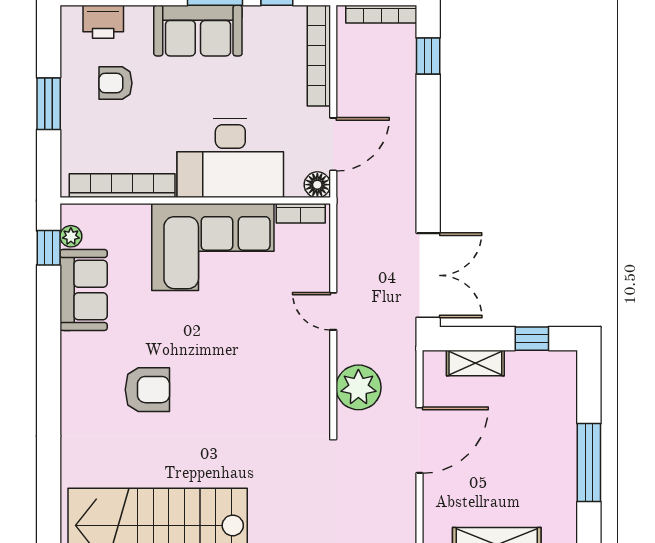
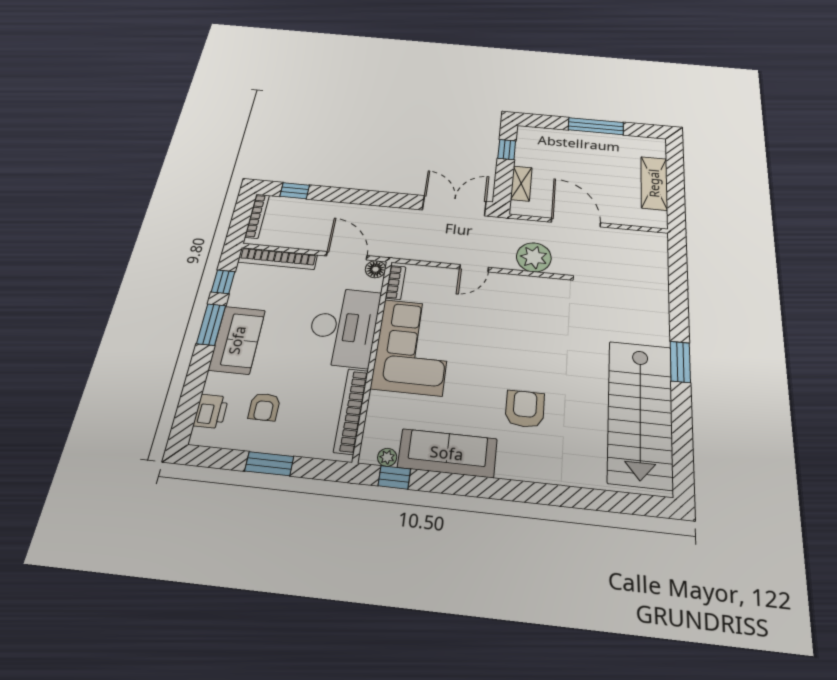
sofa: (84, 290) -> (447, 453), width x1.36

